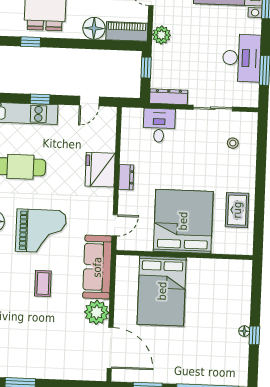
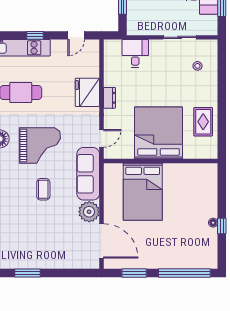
dresser: (169, 97) -> (142, 29), removed

